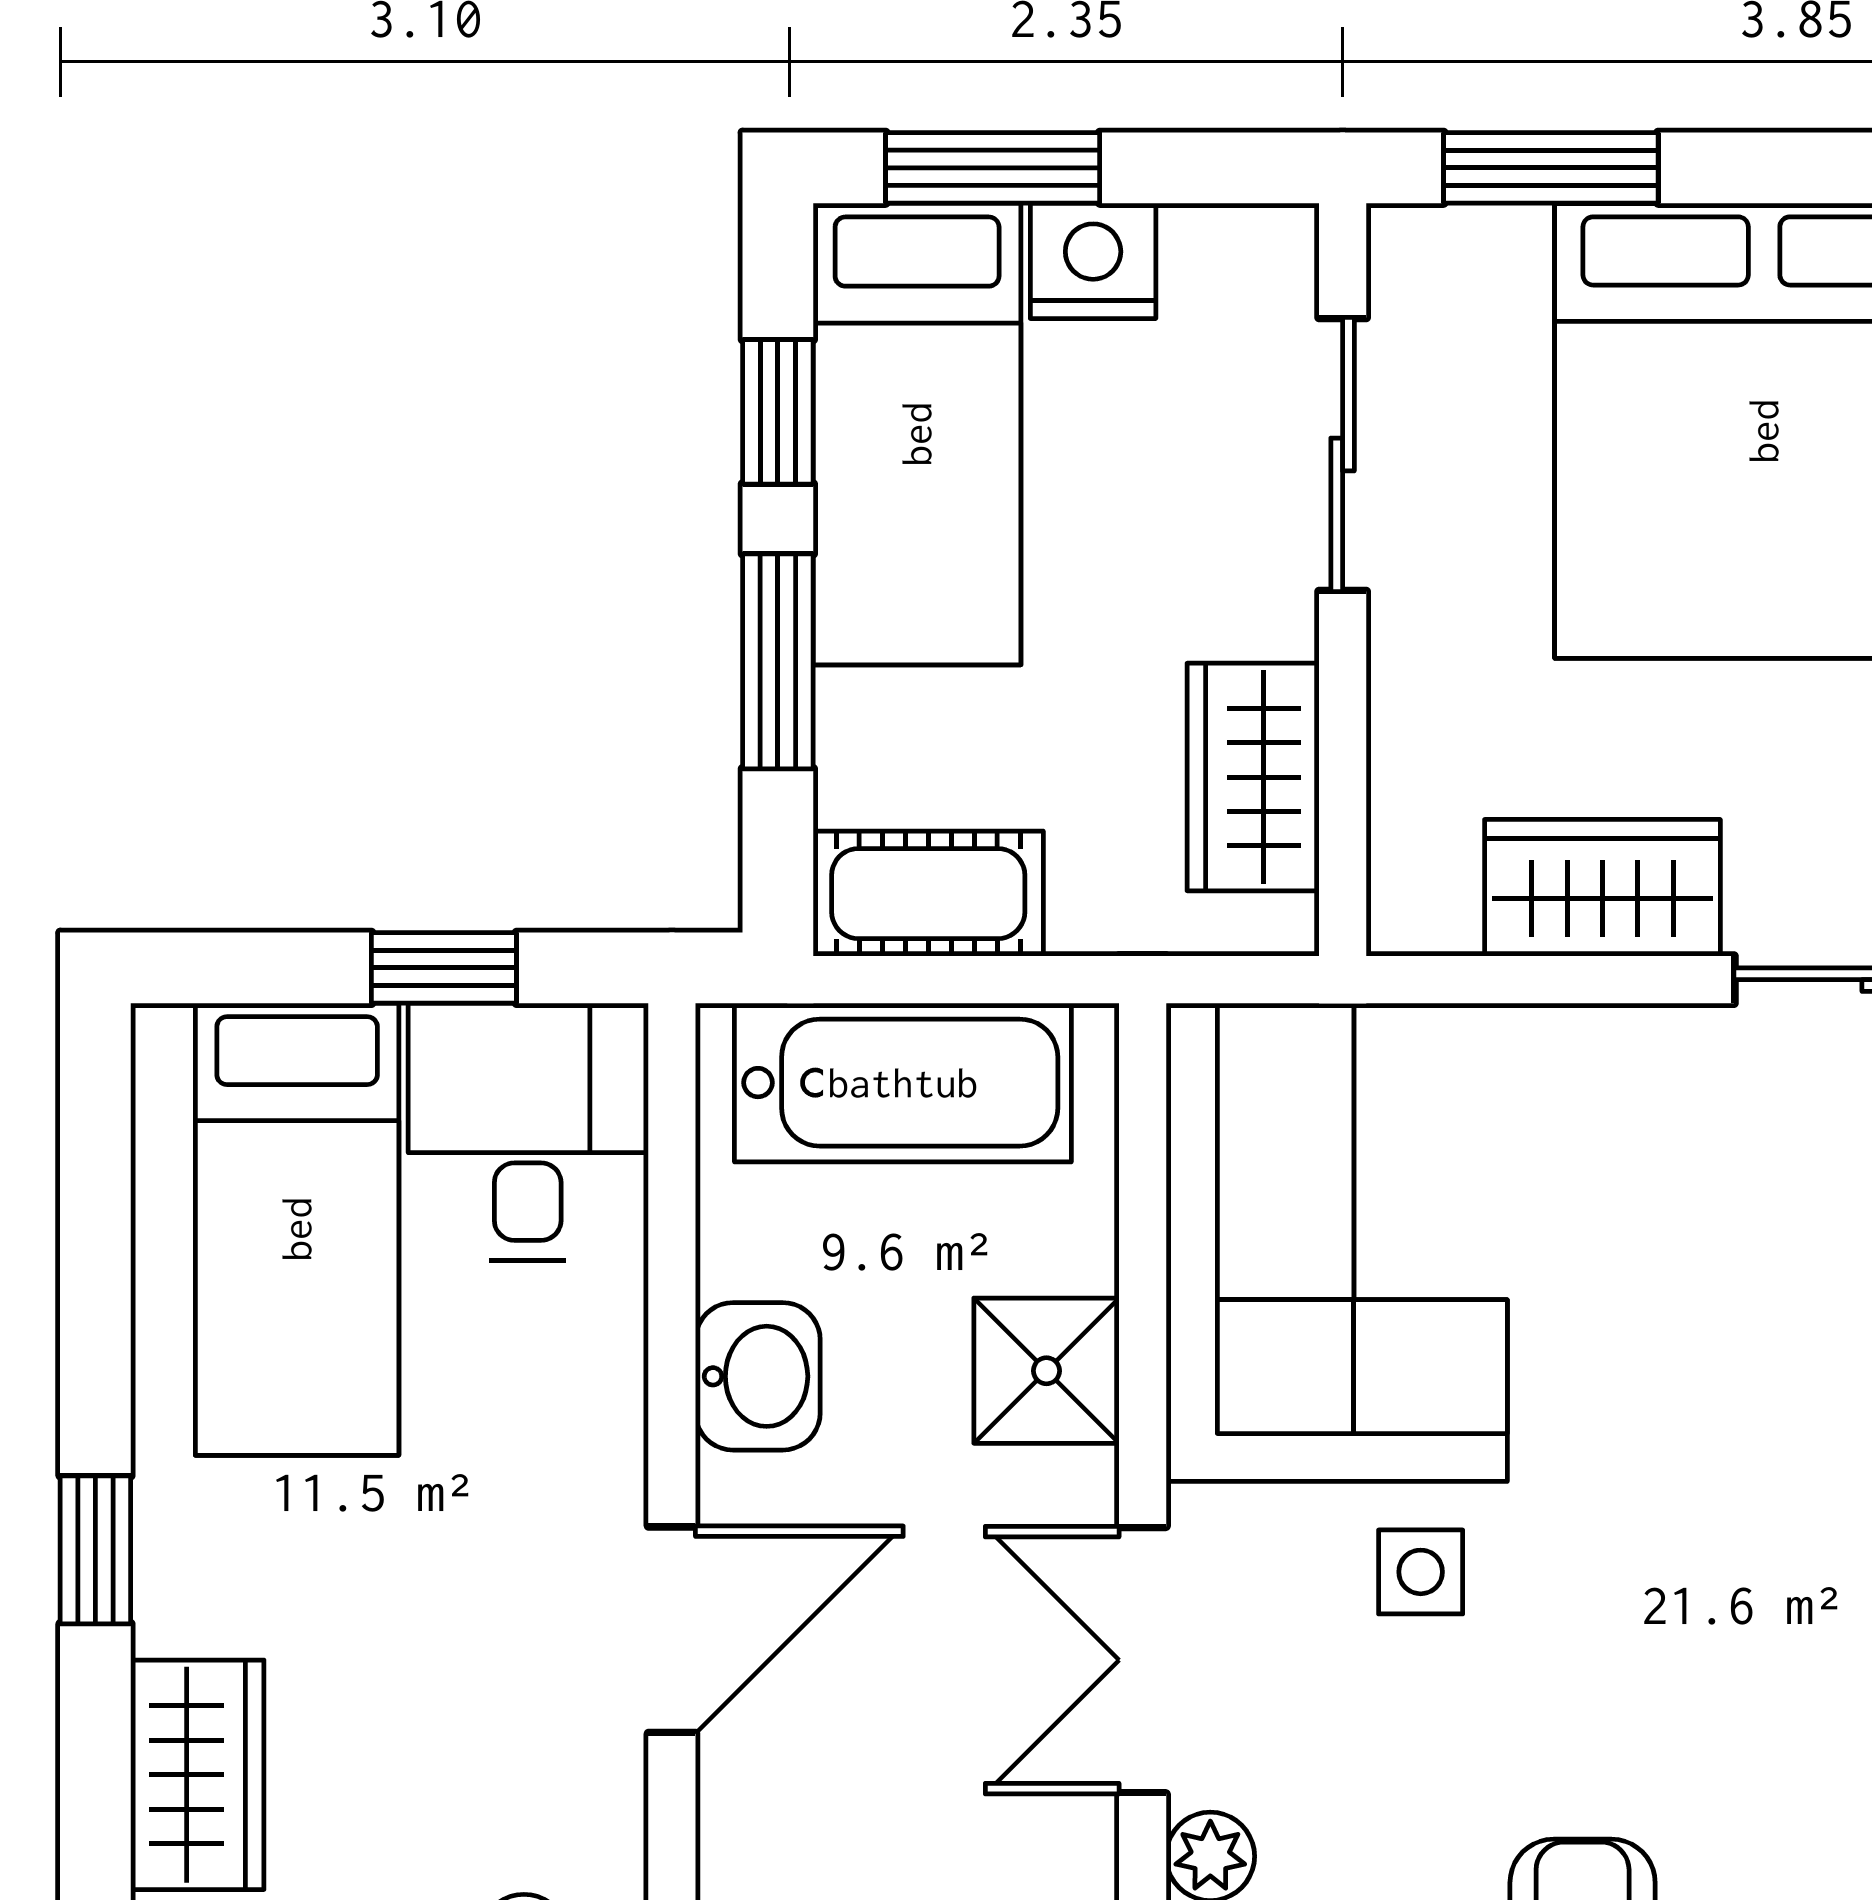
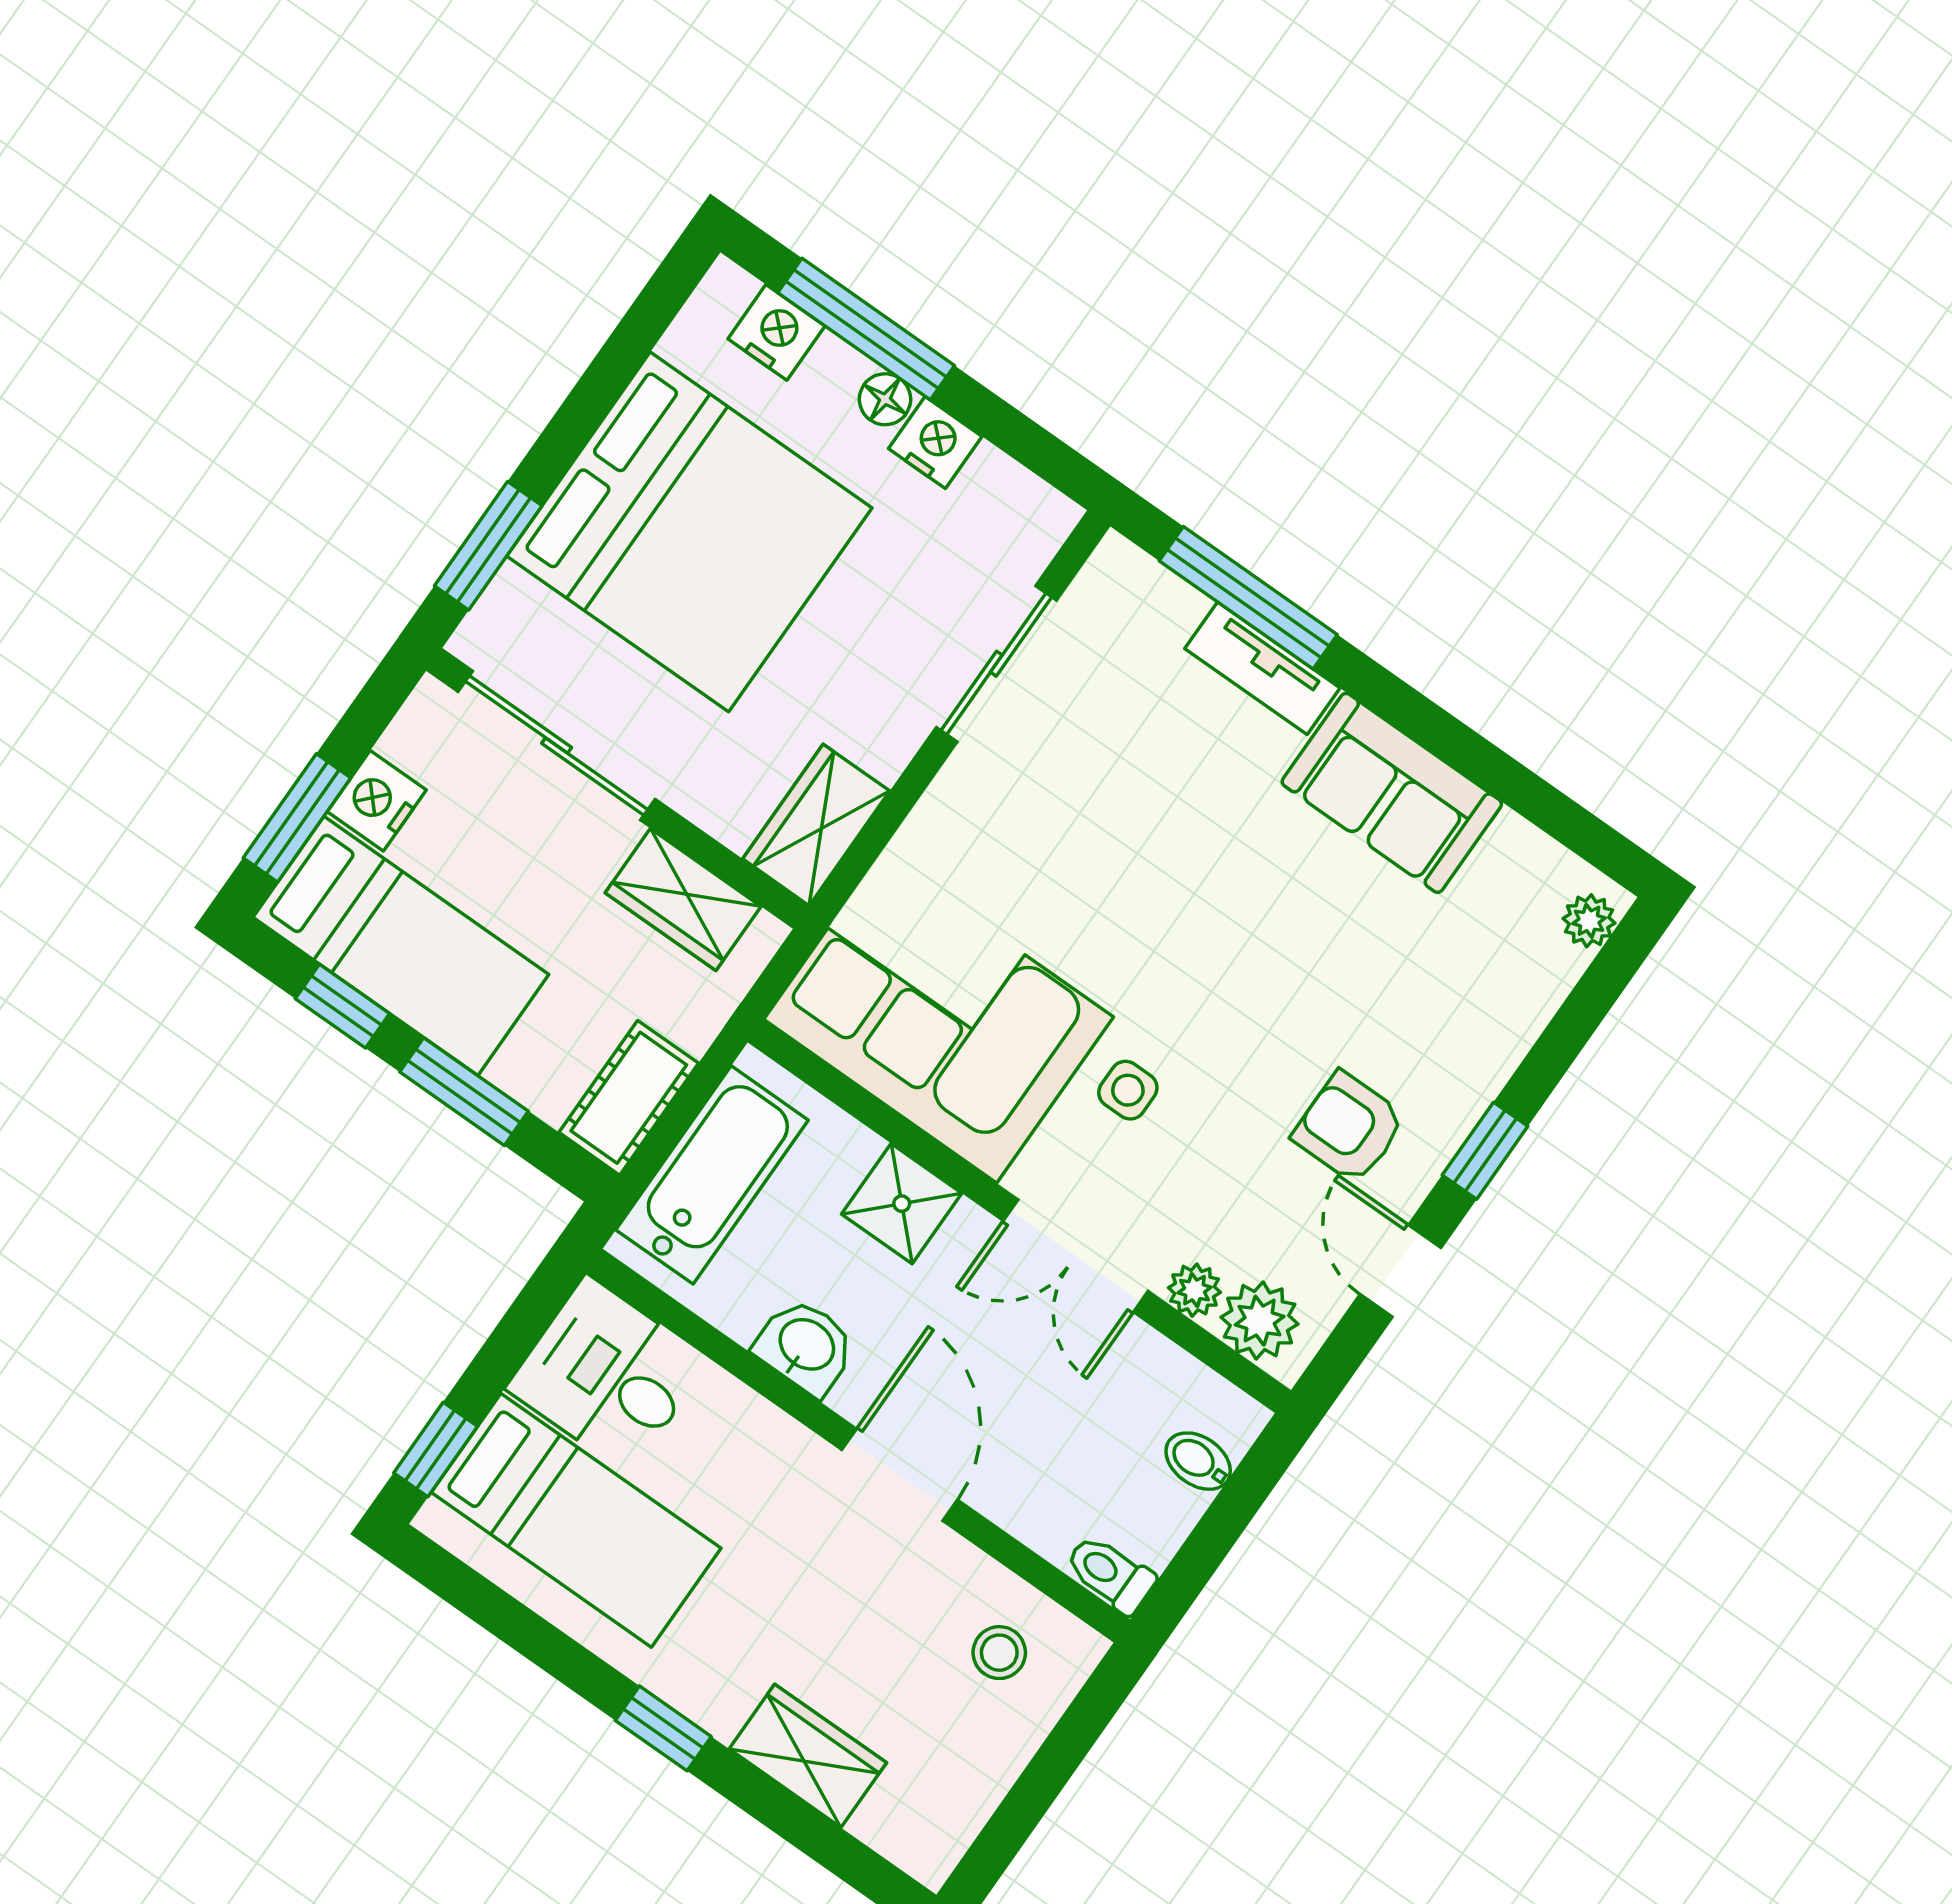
sliding door: (1343, 454) -> (557, 745), width x1.37
wardrobe: (1602, 888) -> (816, 825), moved
window: (444, 968) -> (436, 1450), moved

